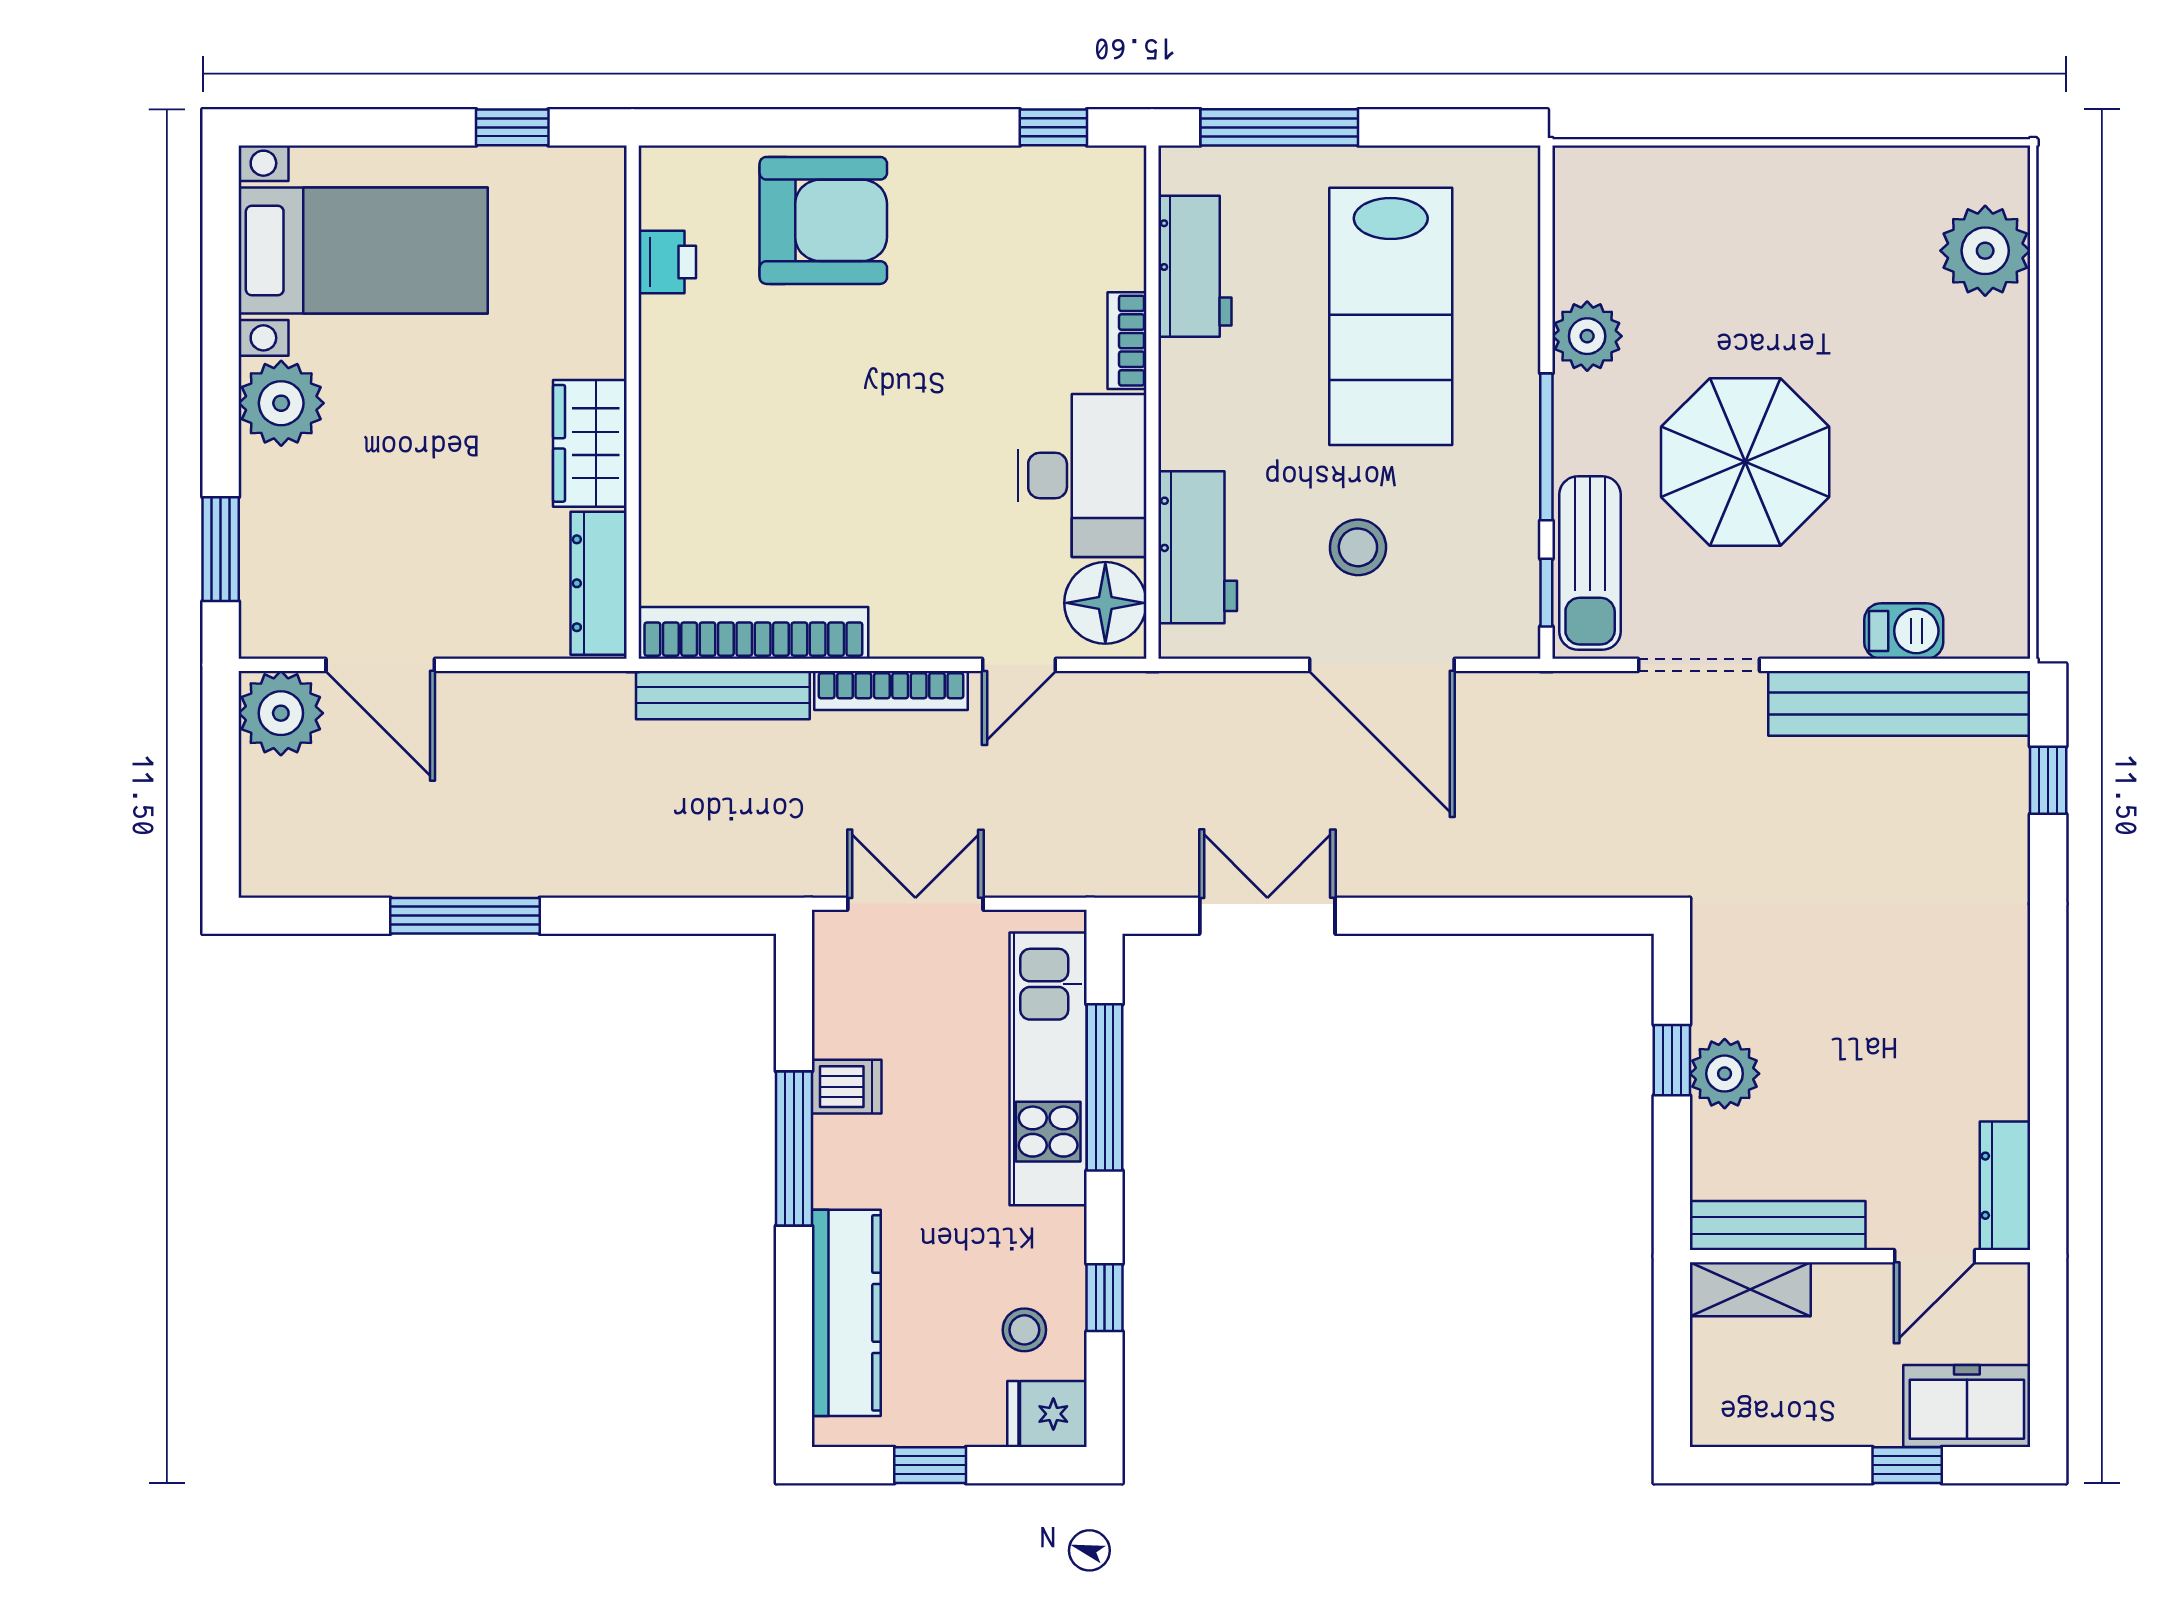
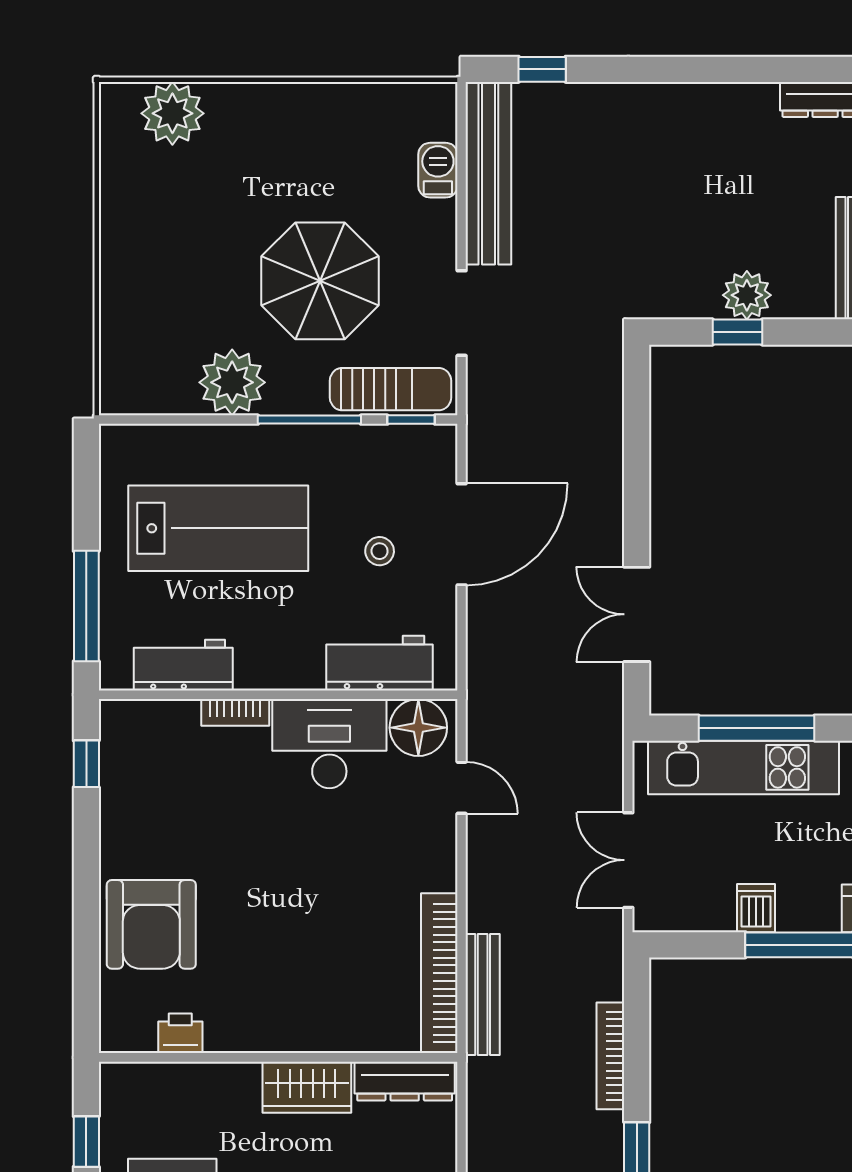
armchair: (823, 220) -> (151, 924), turned 180
plant: (1587, 336) -> (232, 382), width x1.36, depth x1.36
stool: (1358, 547) -> (380, 551), width x0.73, depth x0.73
bookcase: (891, 690) -> (610, 1056), moved, turned 180

